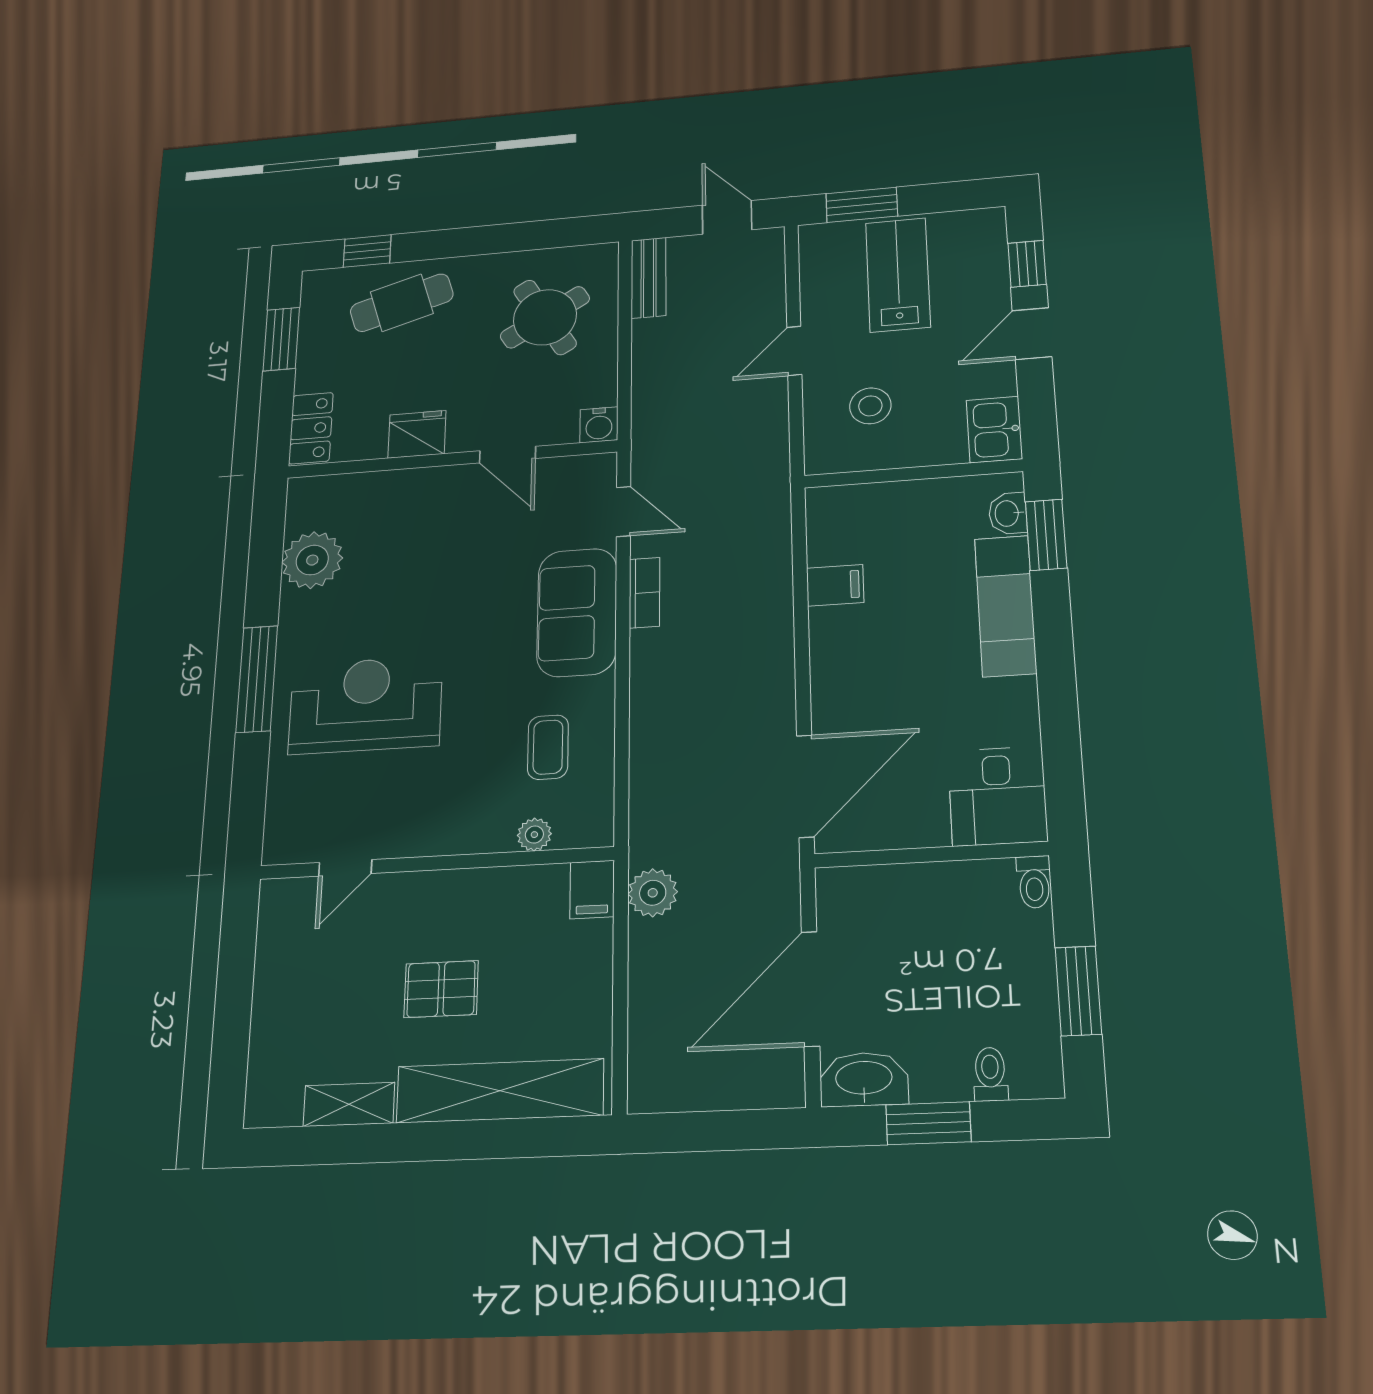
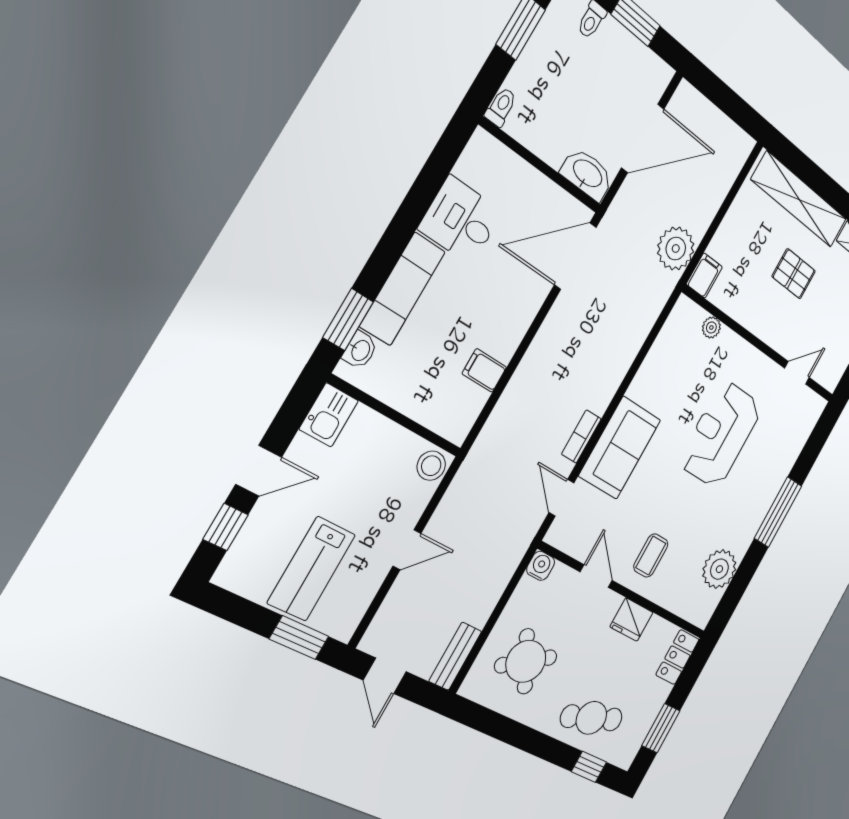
stool: (870, 406) -> (431, 466), moved
reception desk: (365, 705) -> (721, 434), moved, turned 90
coffee table: (548, 747) -> (651, 555), moved
desk: (998, 796) -> (461, 220), moved, turned -90
plant: (653, 893) -> (676, 249), width x1.36, depth x1.36
washbasin: (864, 1079) -> (587, 174), moved, turned 180

